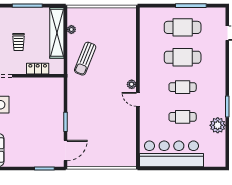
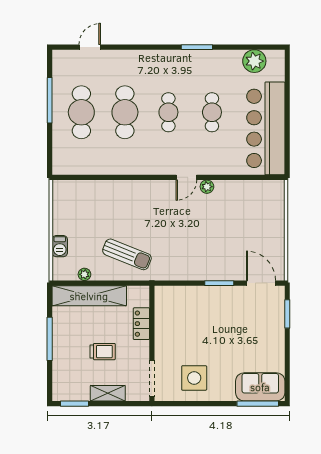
barbecue: (91, 13) -> (60, 246), added
plant: (132, 84) -> (207, 187), moved
plant: (218, 125) -> (254, 61), moved

